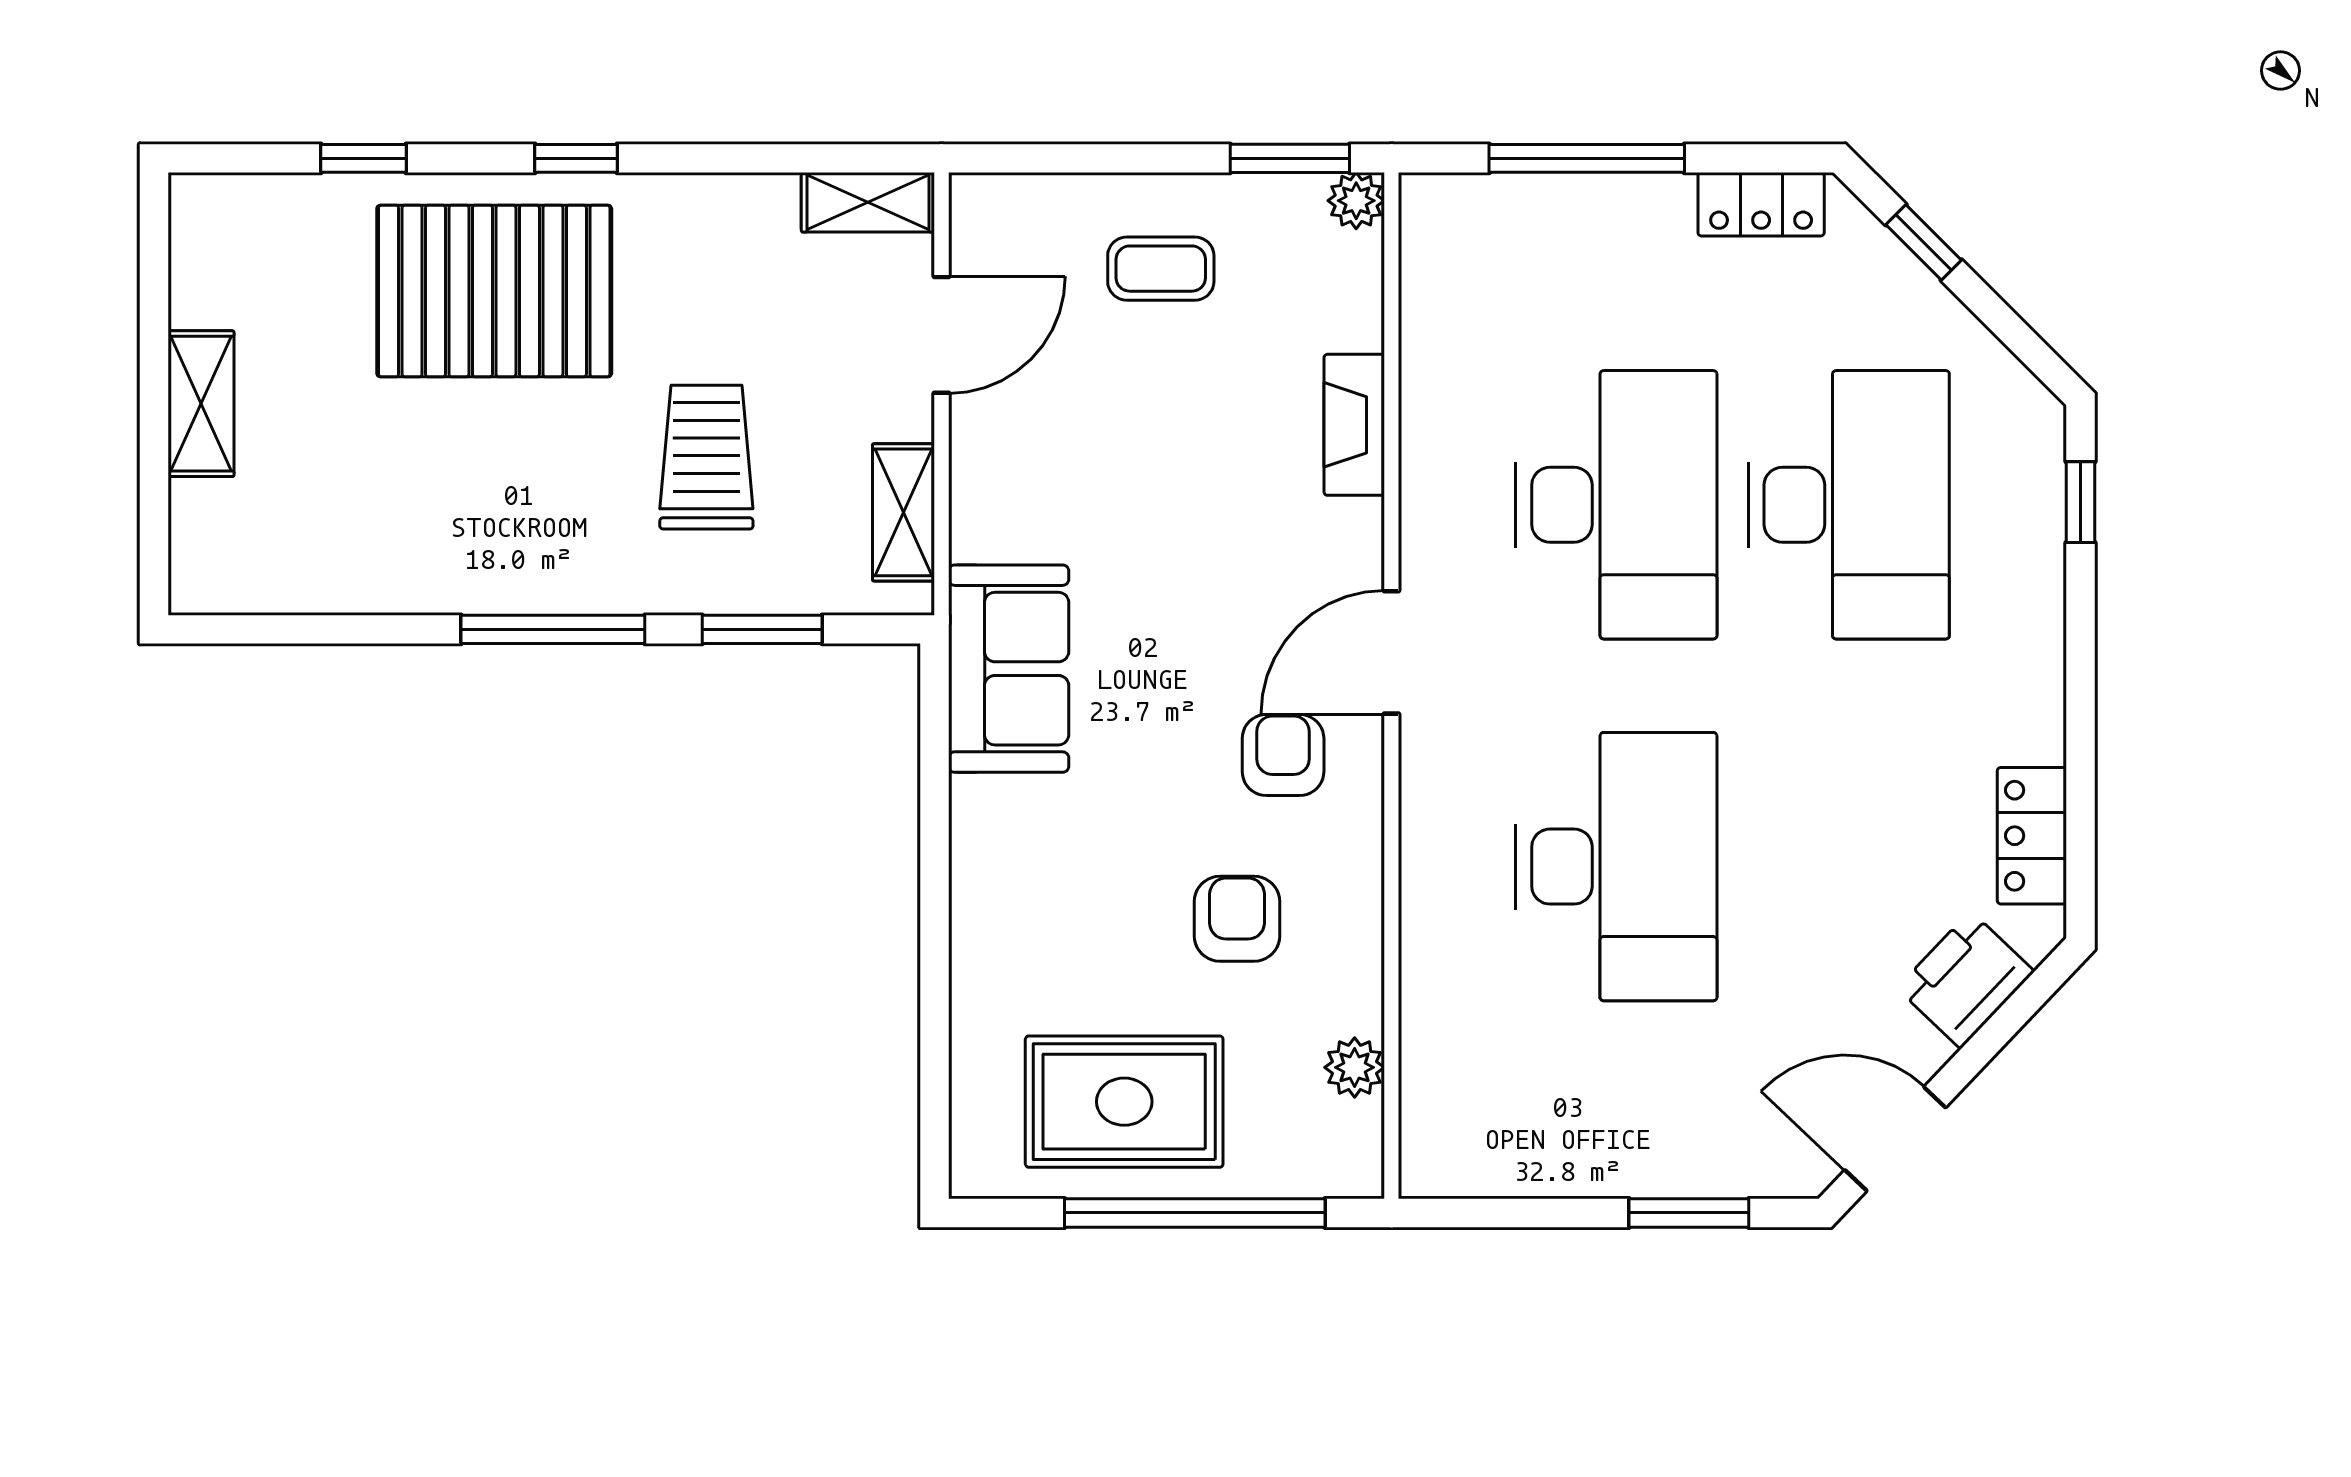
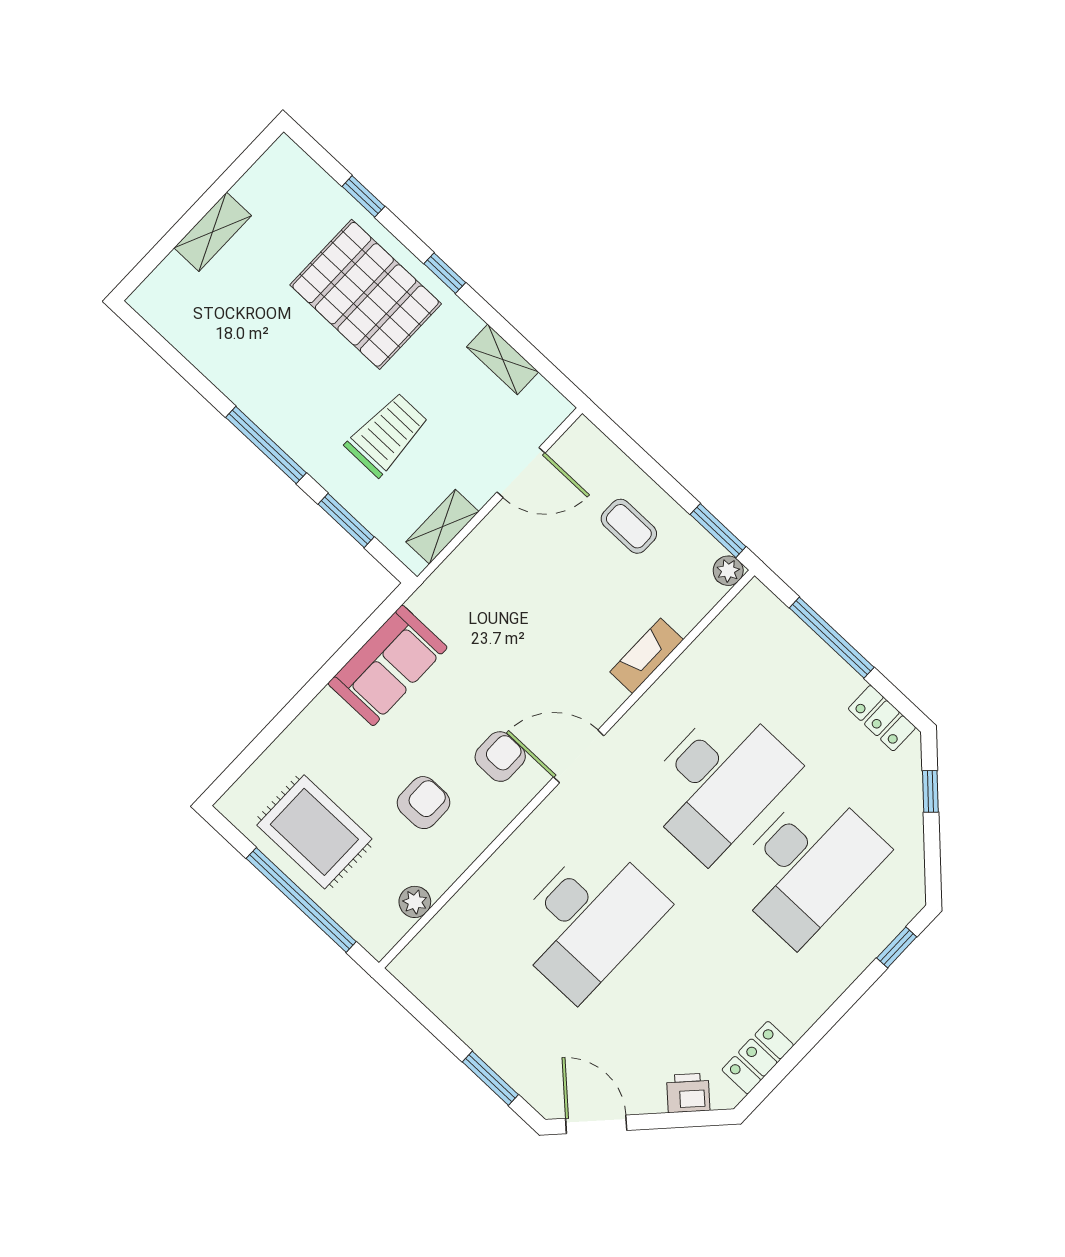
shelving: (868, 202) -> (503, 359), moved
sofa: (1009, 669) -> (388, 665), moved
printer: (1966, 980) -> (688, 1093), width x0.73, depth x0.81

